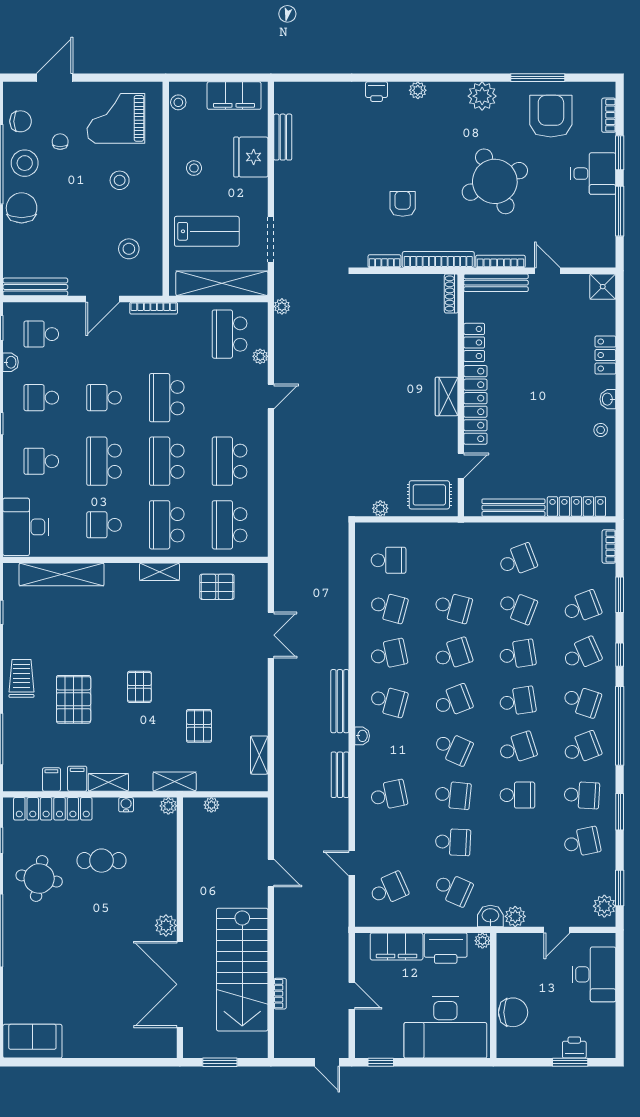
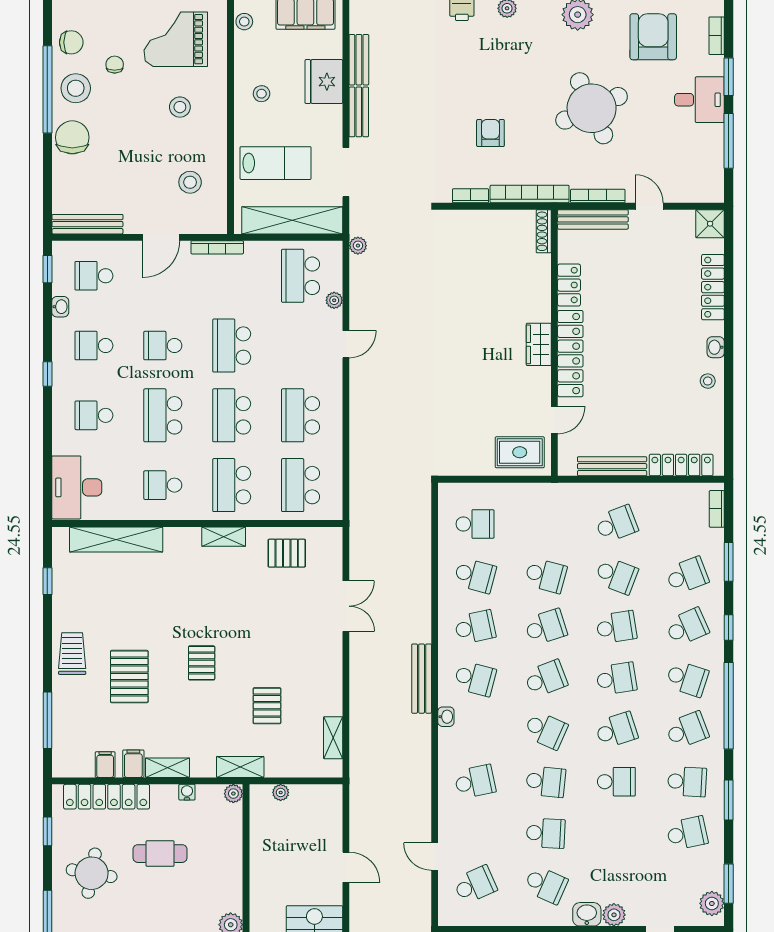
locker: (605, 355) -> (713, 287), width x1.53
plant: (380, 508) -> (466, 467), removed
bench: (340, 775) -> (359, 112), moved

